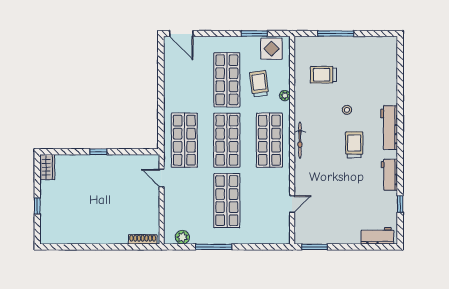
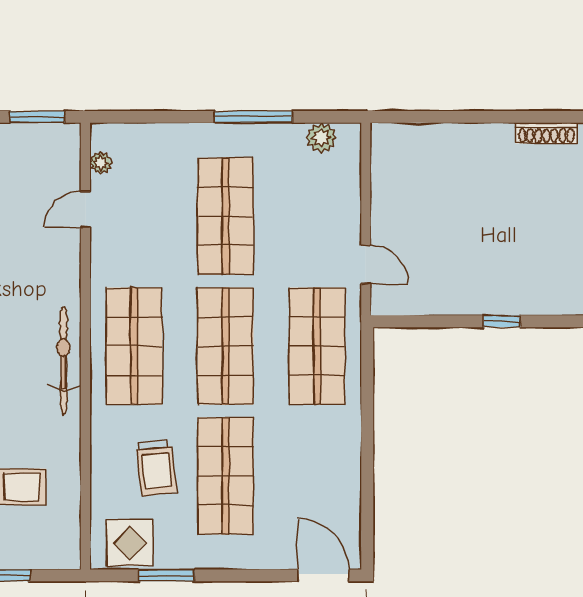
plant: (285, 96) -> (101, 163), moved
bicycle: (300, 140) -> (64, 361), width x1.37, depth x1.40
shoe rack: (143, 239) -> (546, 133), moved

